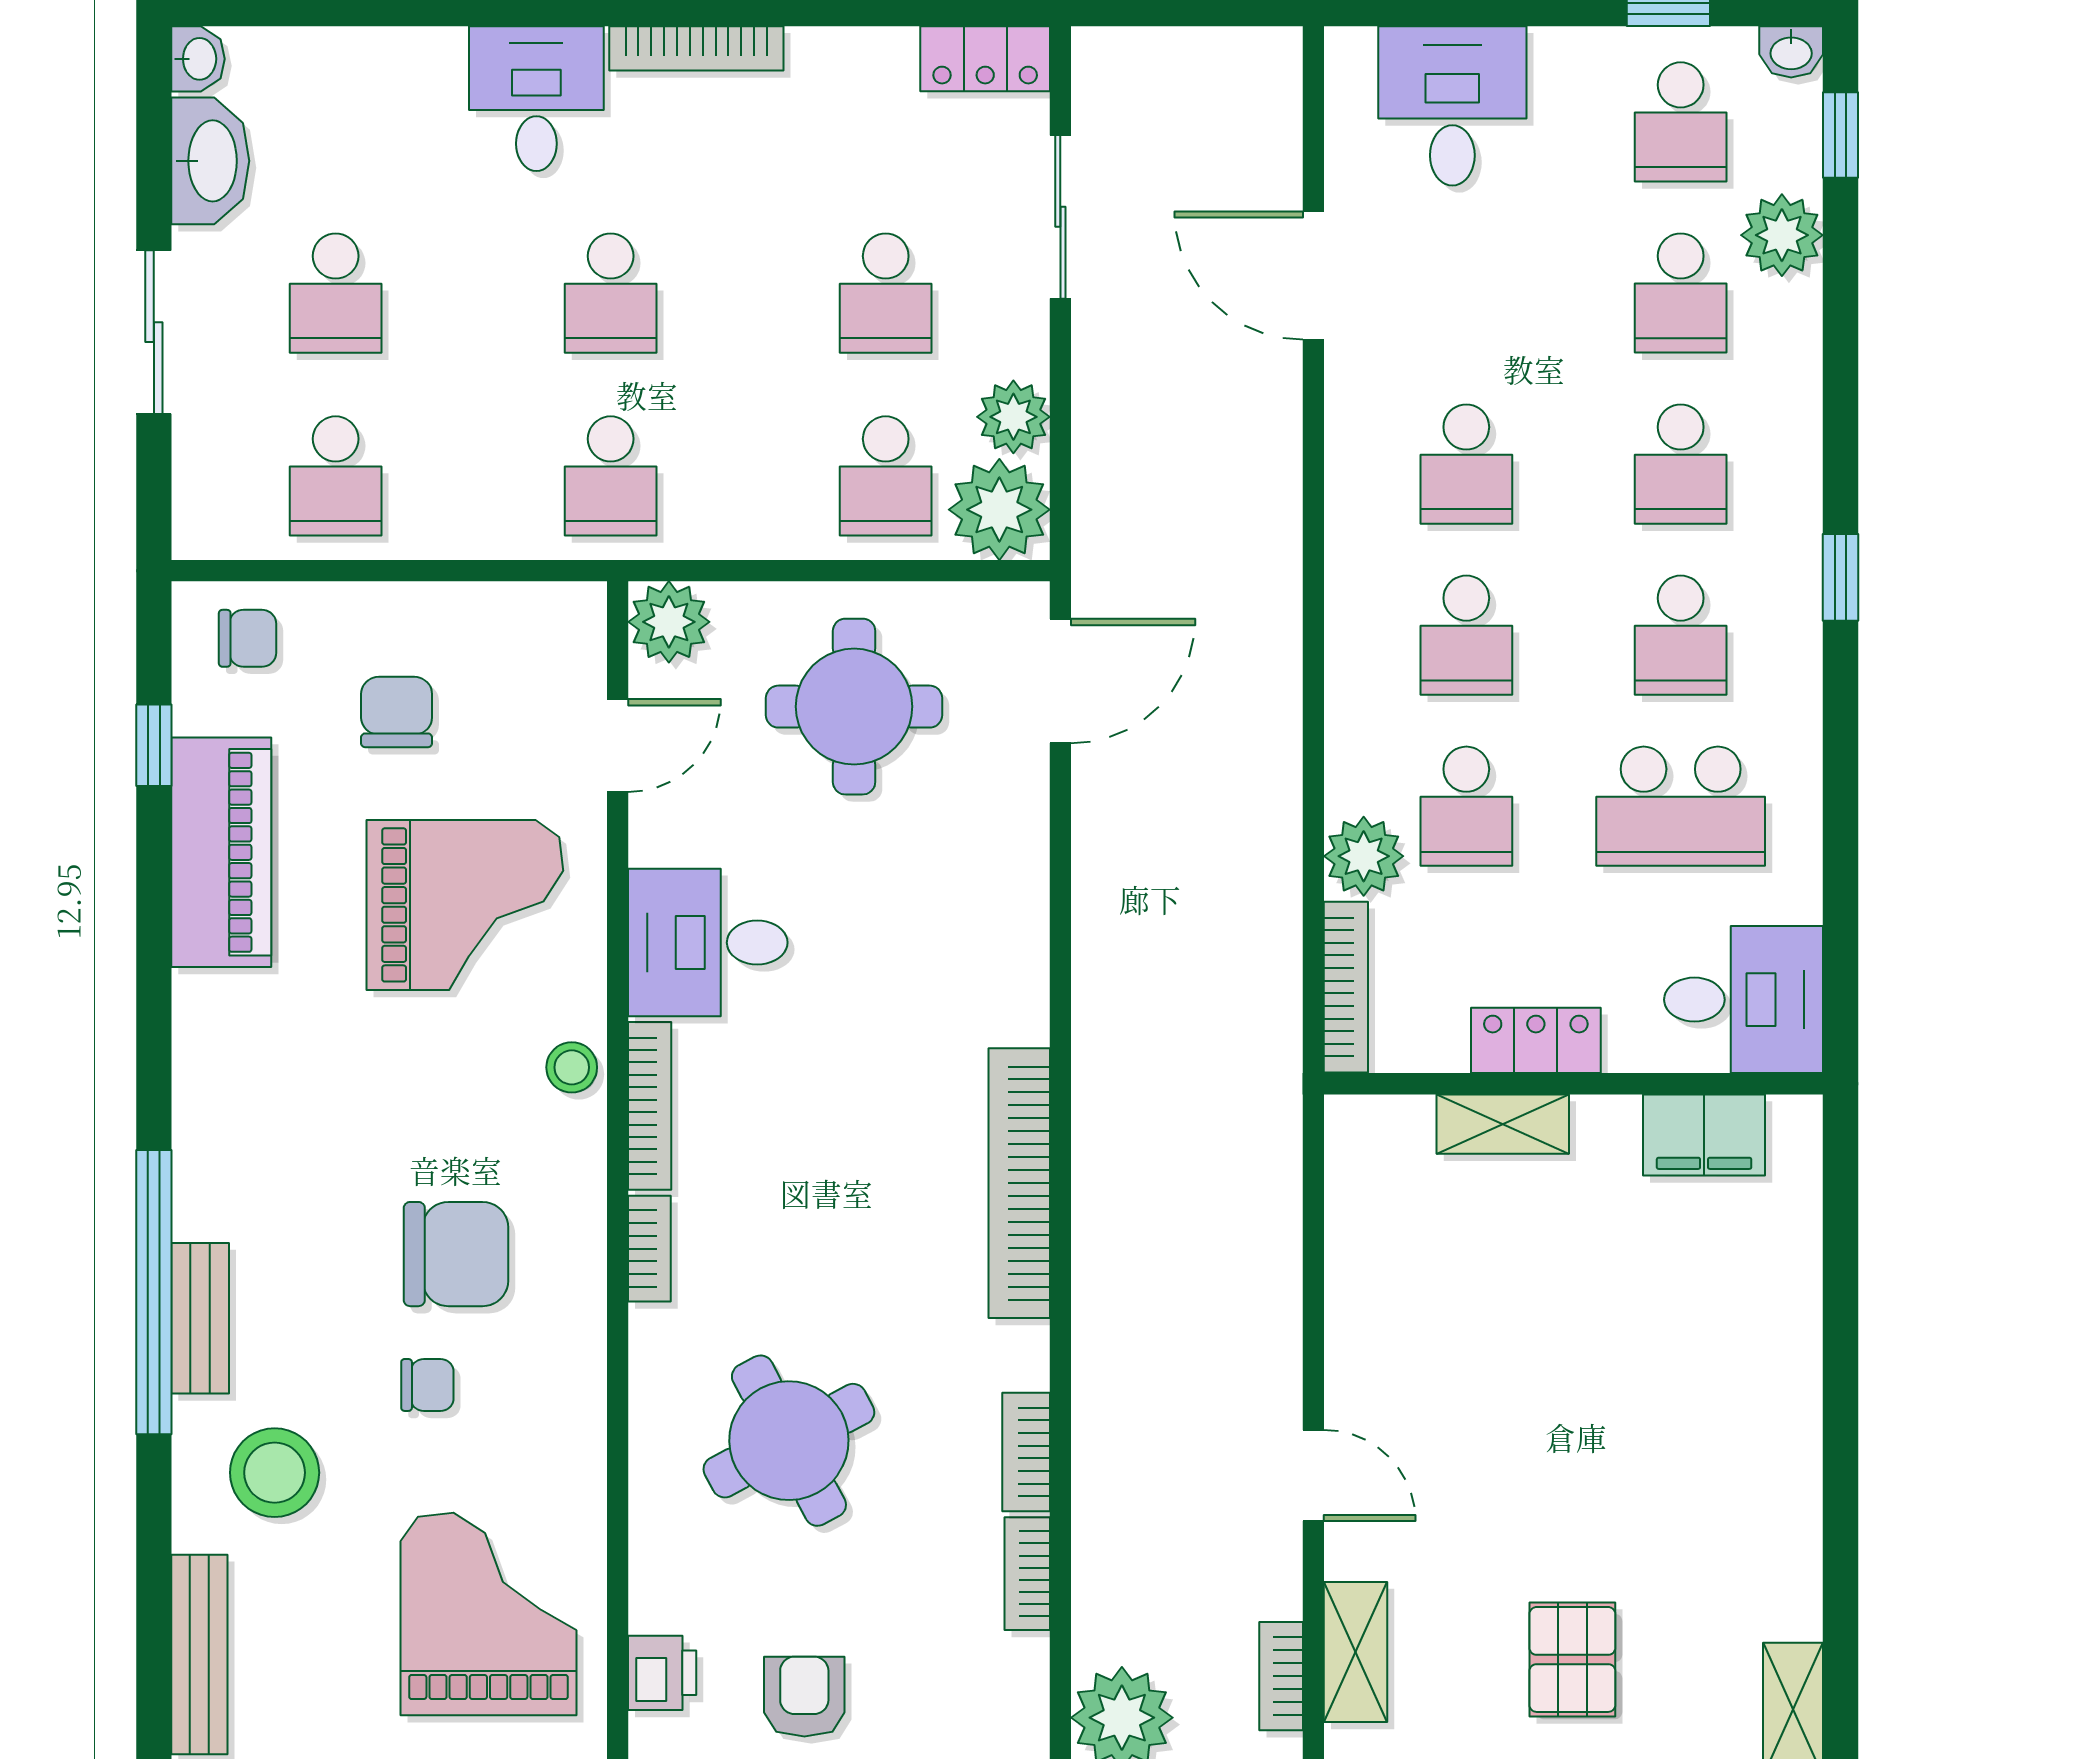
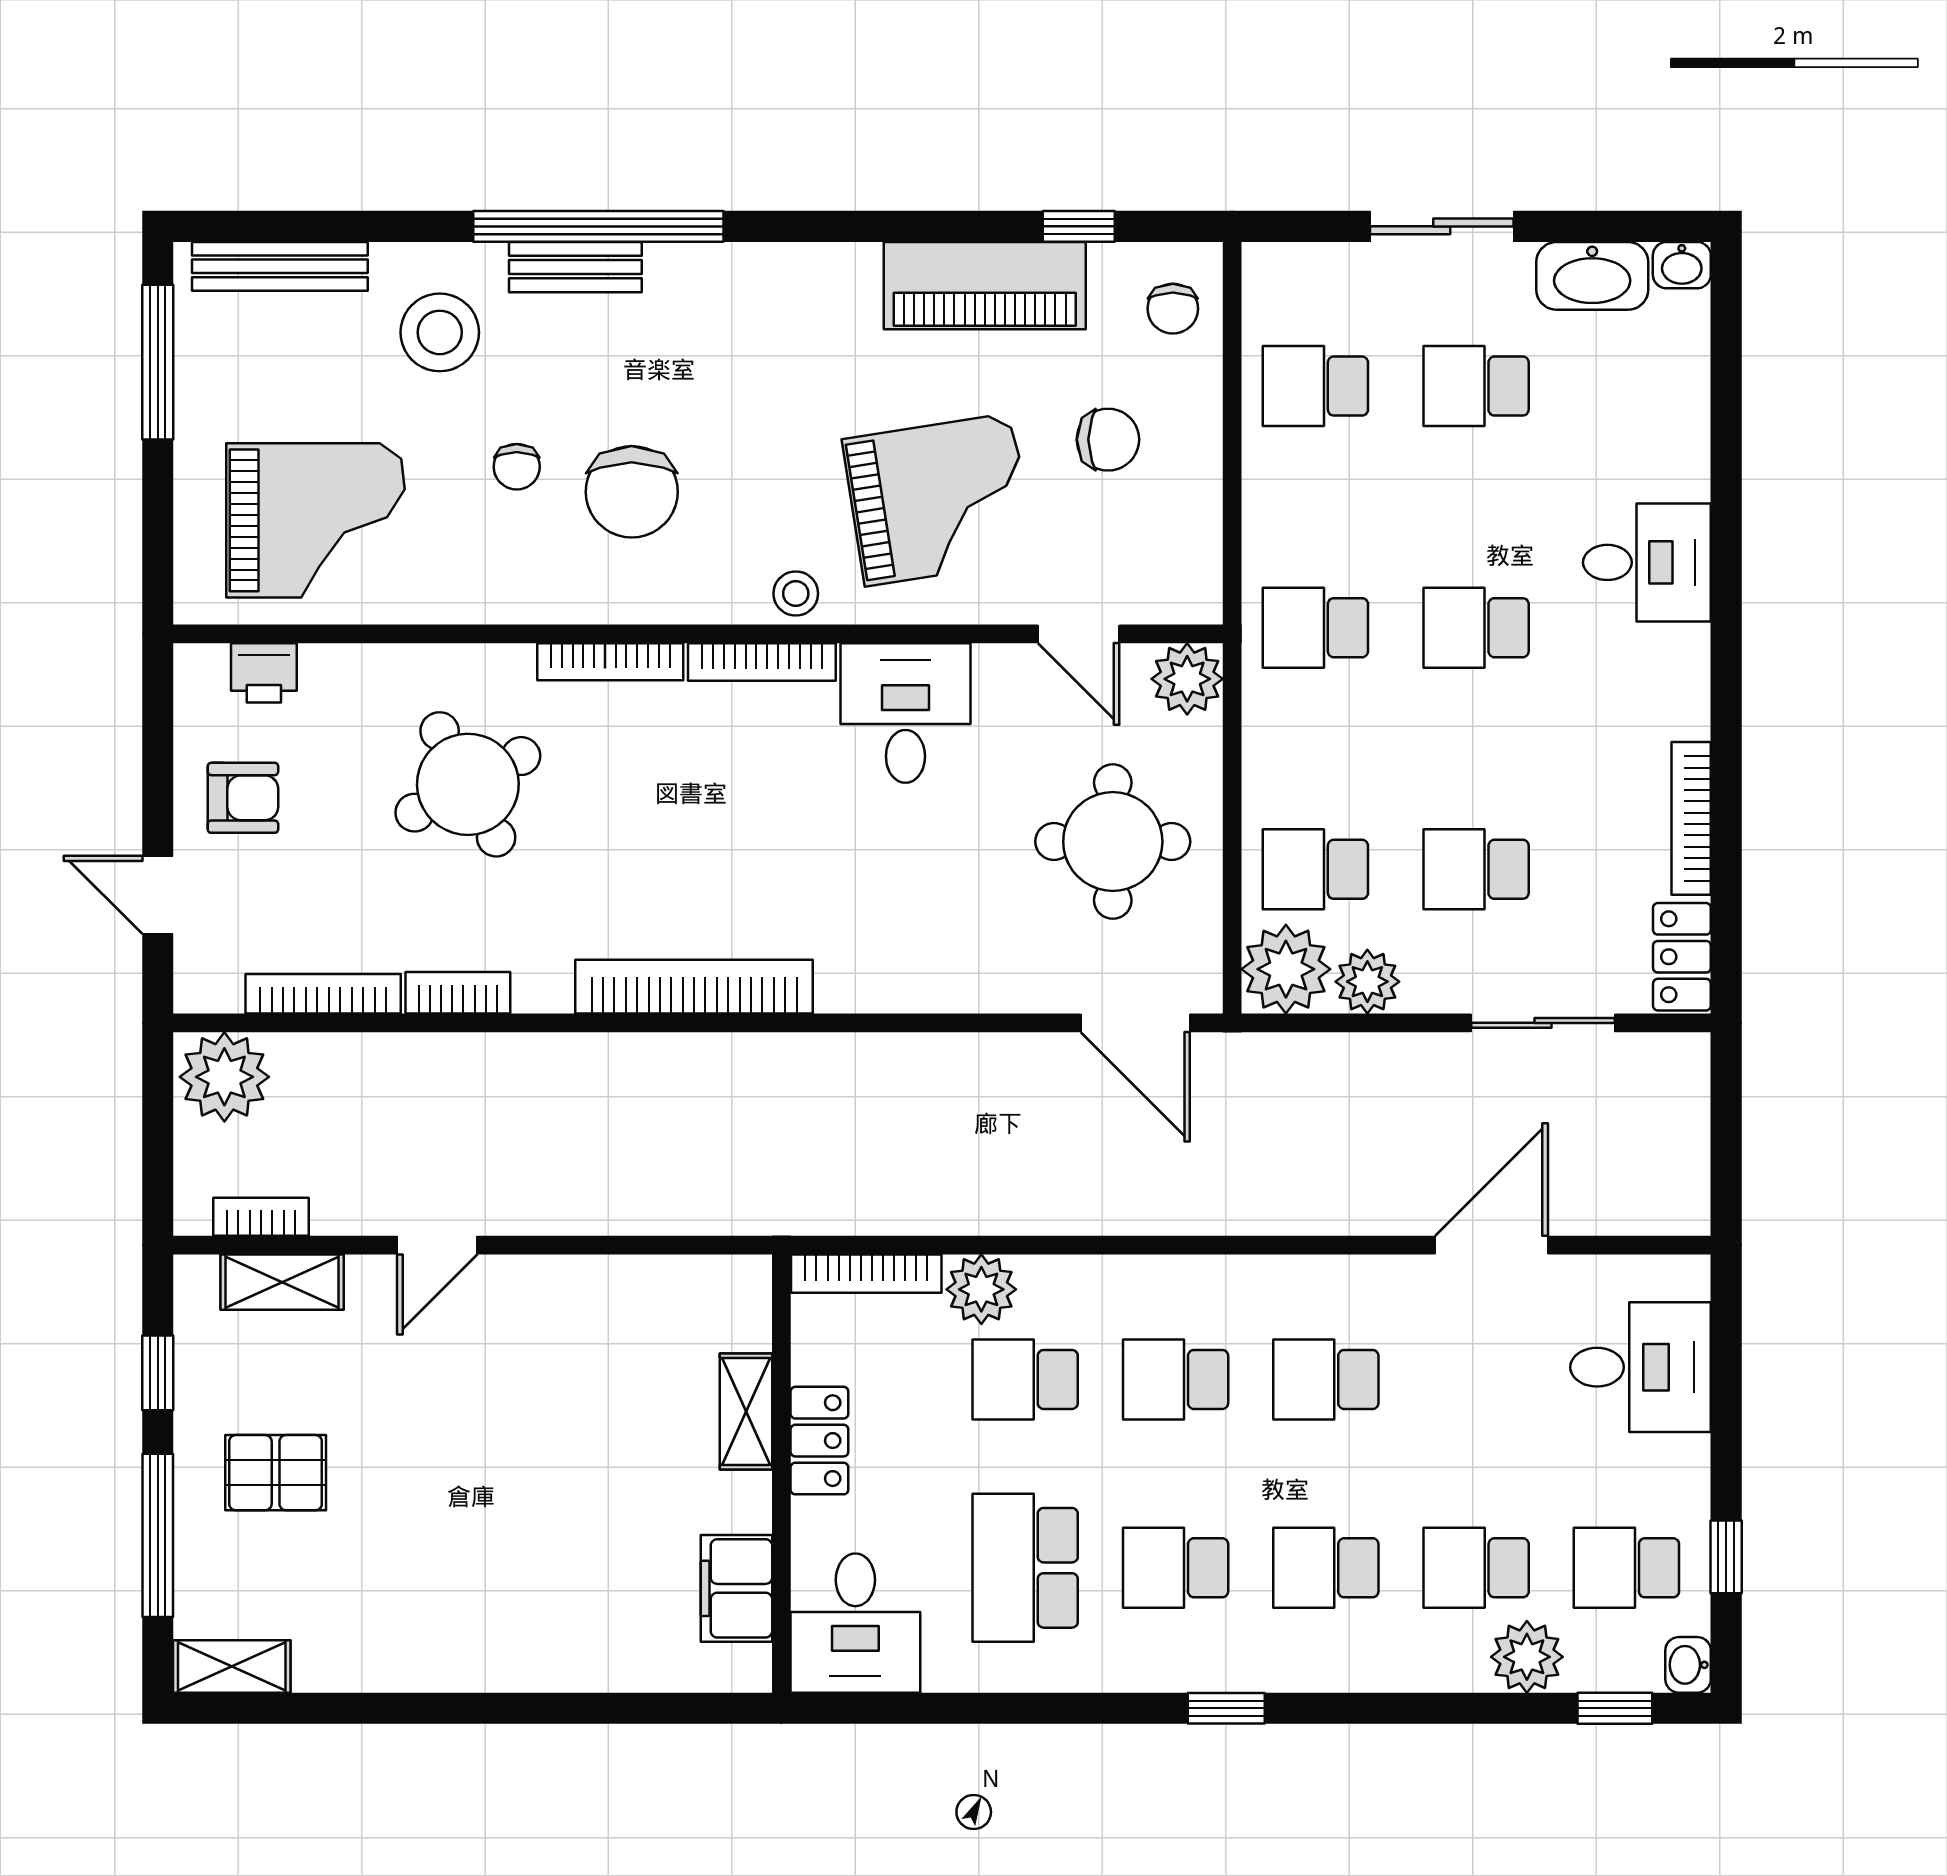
bookcase: (696, 48) -> (1691, 818), moved
grand piano: (465, 905) -> (938, 500), turned -99
bookcase: (649, 1249) -> (610, 662), width x1.56
bookcase: (1027, 1574) -> (323, 994), width x1.56

